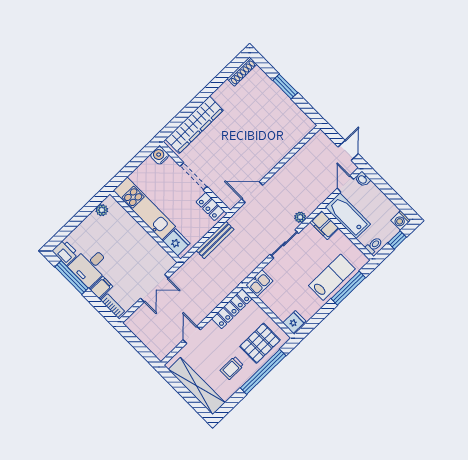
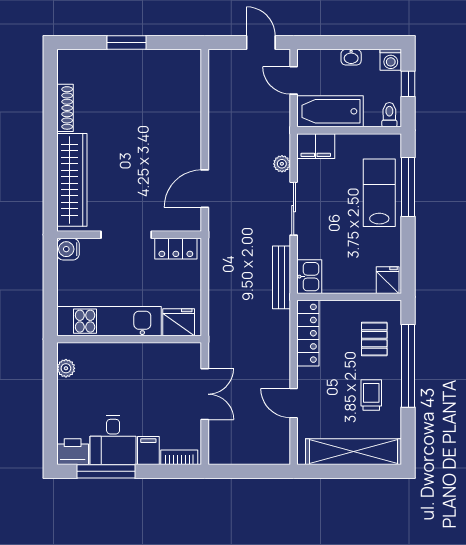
shoe rack: (242, 71) -> (65, 108), moved
washbasin: (363, 179) -> (351, 57), moved
bench: (215, 240) -> (281, 277), moved
pallet: (260, 343) -> (374, 339), width x0.67, depth x0.71
trolley: (232, 368) -> (371, 395), turned 180

